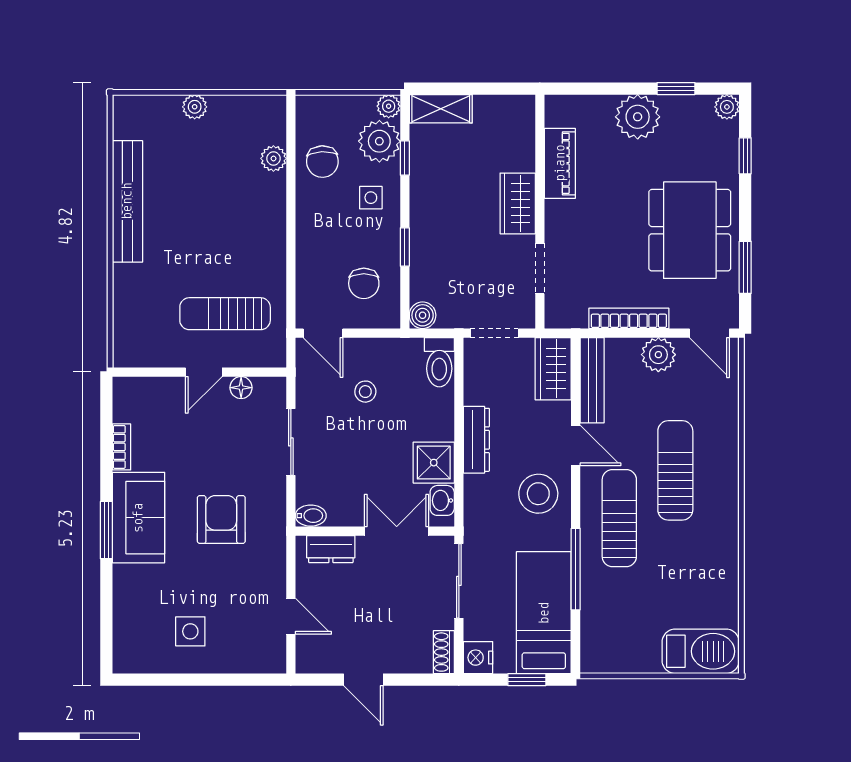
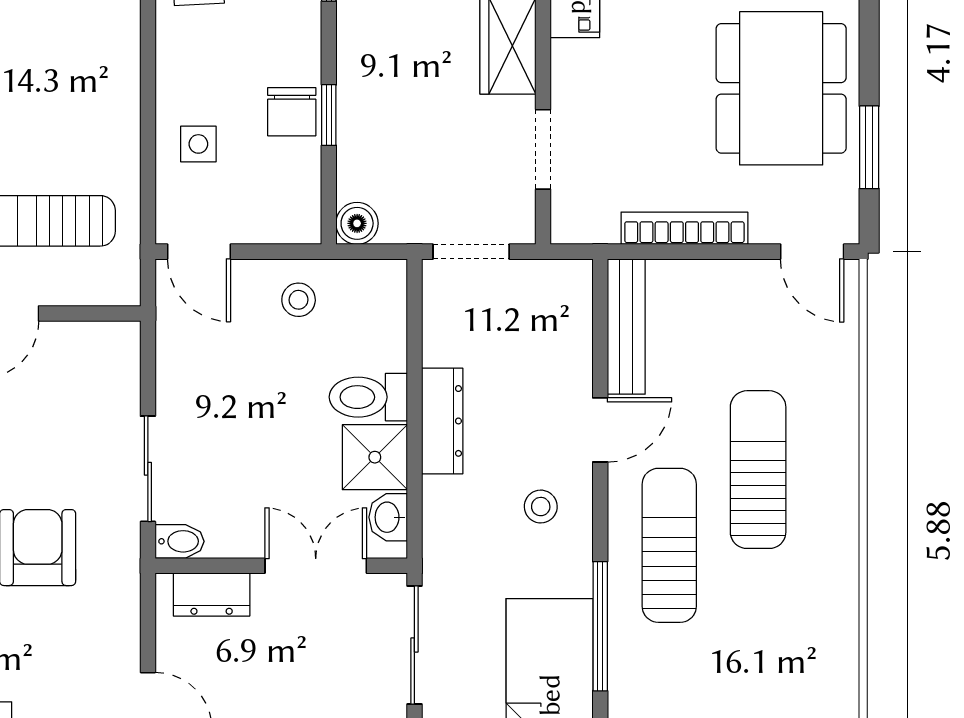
side table: (371, 198) -> (198, 144), moved
chair: (364, 283) -> (292, 112), moved
plant: (658, 355) -> (731, 286), removed
toilet: (439, 362) -> (368, 397), moved, turned 90
wardrobe: (553, 369) -> (564, 308), removed
floor lamp: (241, 388) -> (69, 338), removed
stool: (365, 392) -> (299, 300), moved
sliding door: (291, 442) -> (148, 469), moved
door: (576, 445) -> (600, 430), hinge flipped
stool: (538, 494) -> (541, 507), width x0.53, depth x0.53

